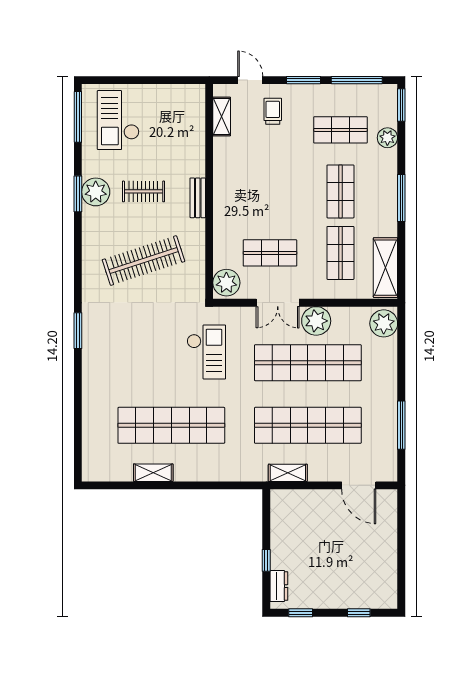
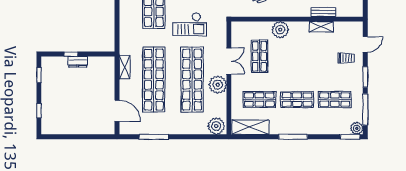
shelving: (222, 117) -> (321, 27), moved
shop shelf: (340, 130) -> (335, 100), turned 90
plant: (387, 138) -> (357, 128), moved
bench: (198, 198) -> (323, 12), moved
plant: (226, 283) -> (280, 30), moved
double door: (278, 303) -> (229, 61), swing flipped
checkout: (206, 352) -> (190, 24), moved
door: (359, 485) -> (117, 111), swing flipped
dresser: (279, 586) -> (78, 62), moved

